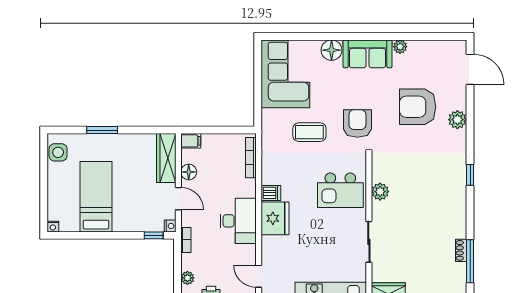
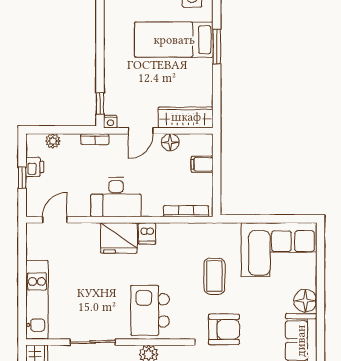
filing cabinet: (191, 141) -> (202, 164), moved, turned 90
bed: (96, 197) -> (174, 40), moved, turned 180

